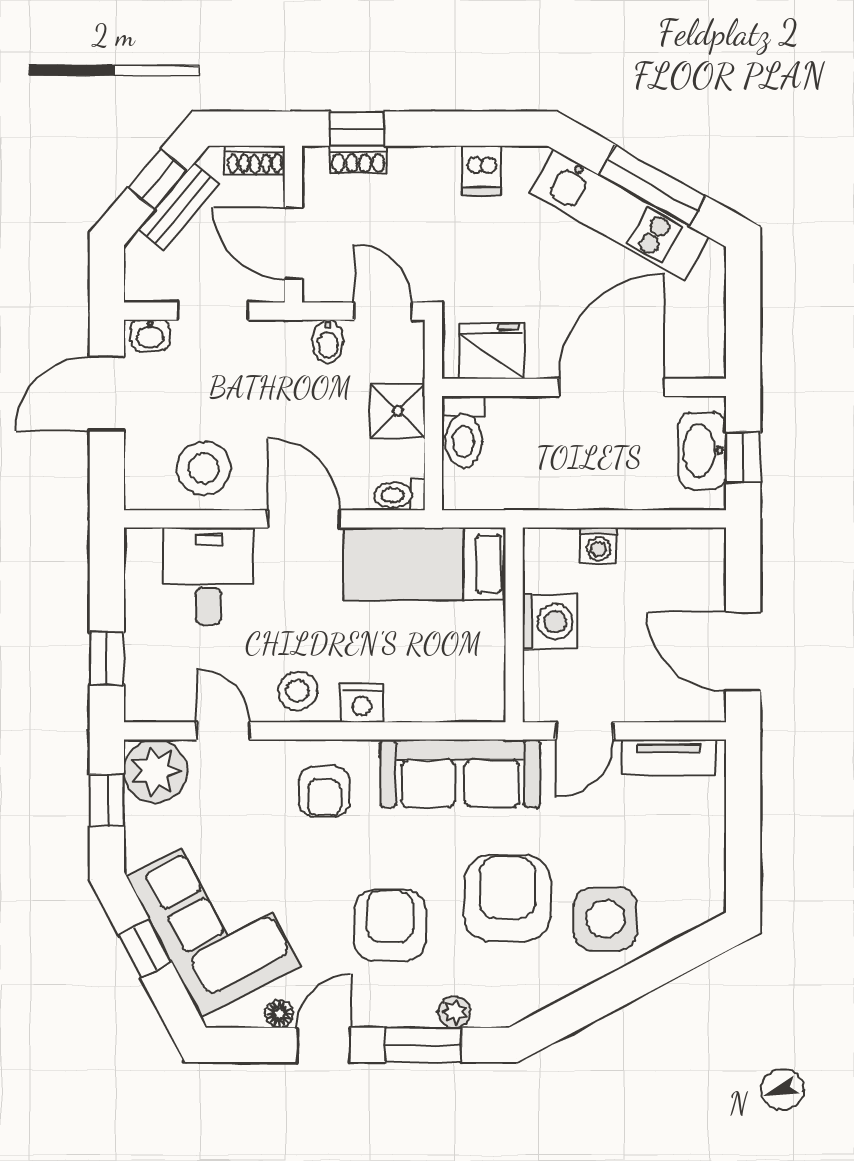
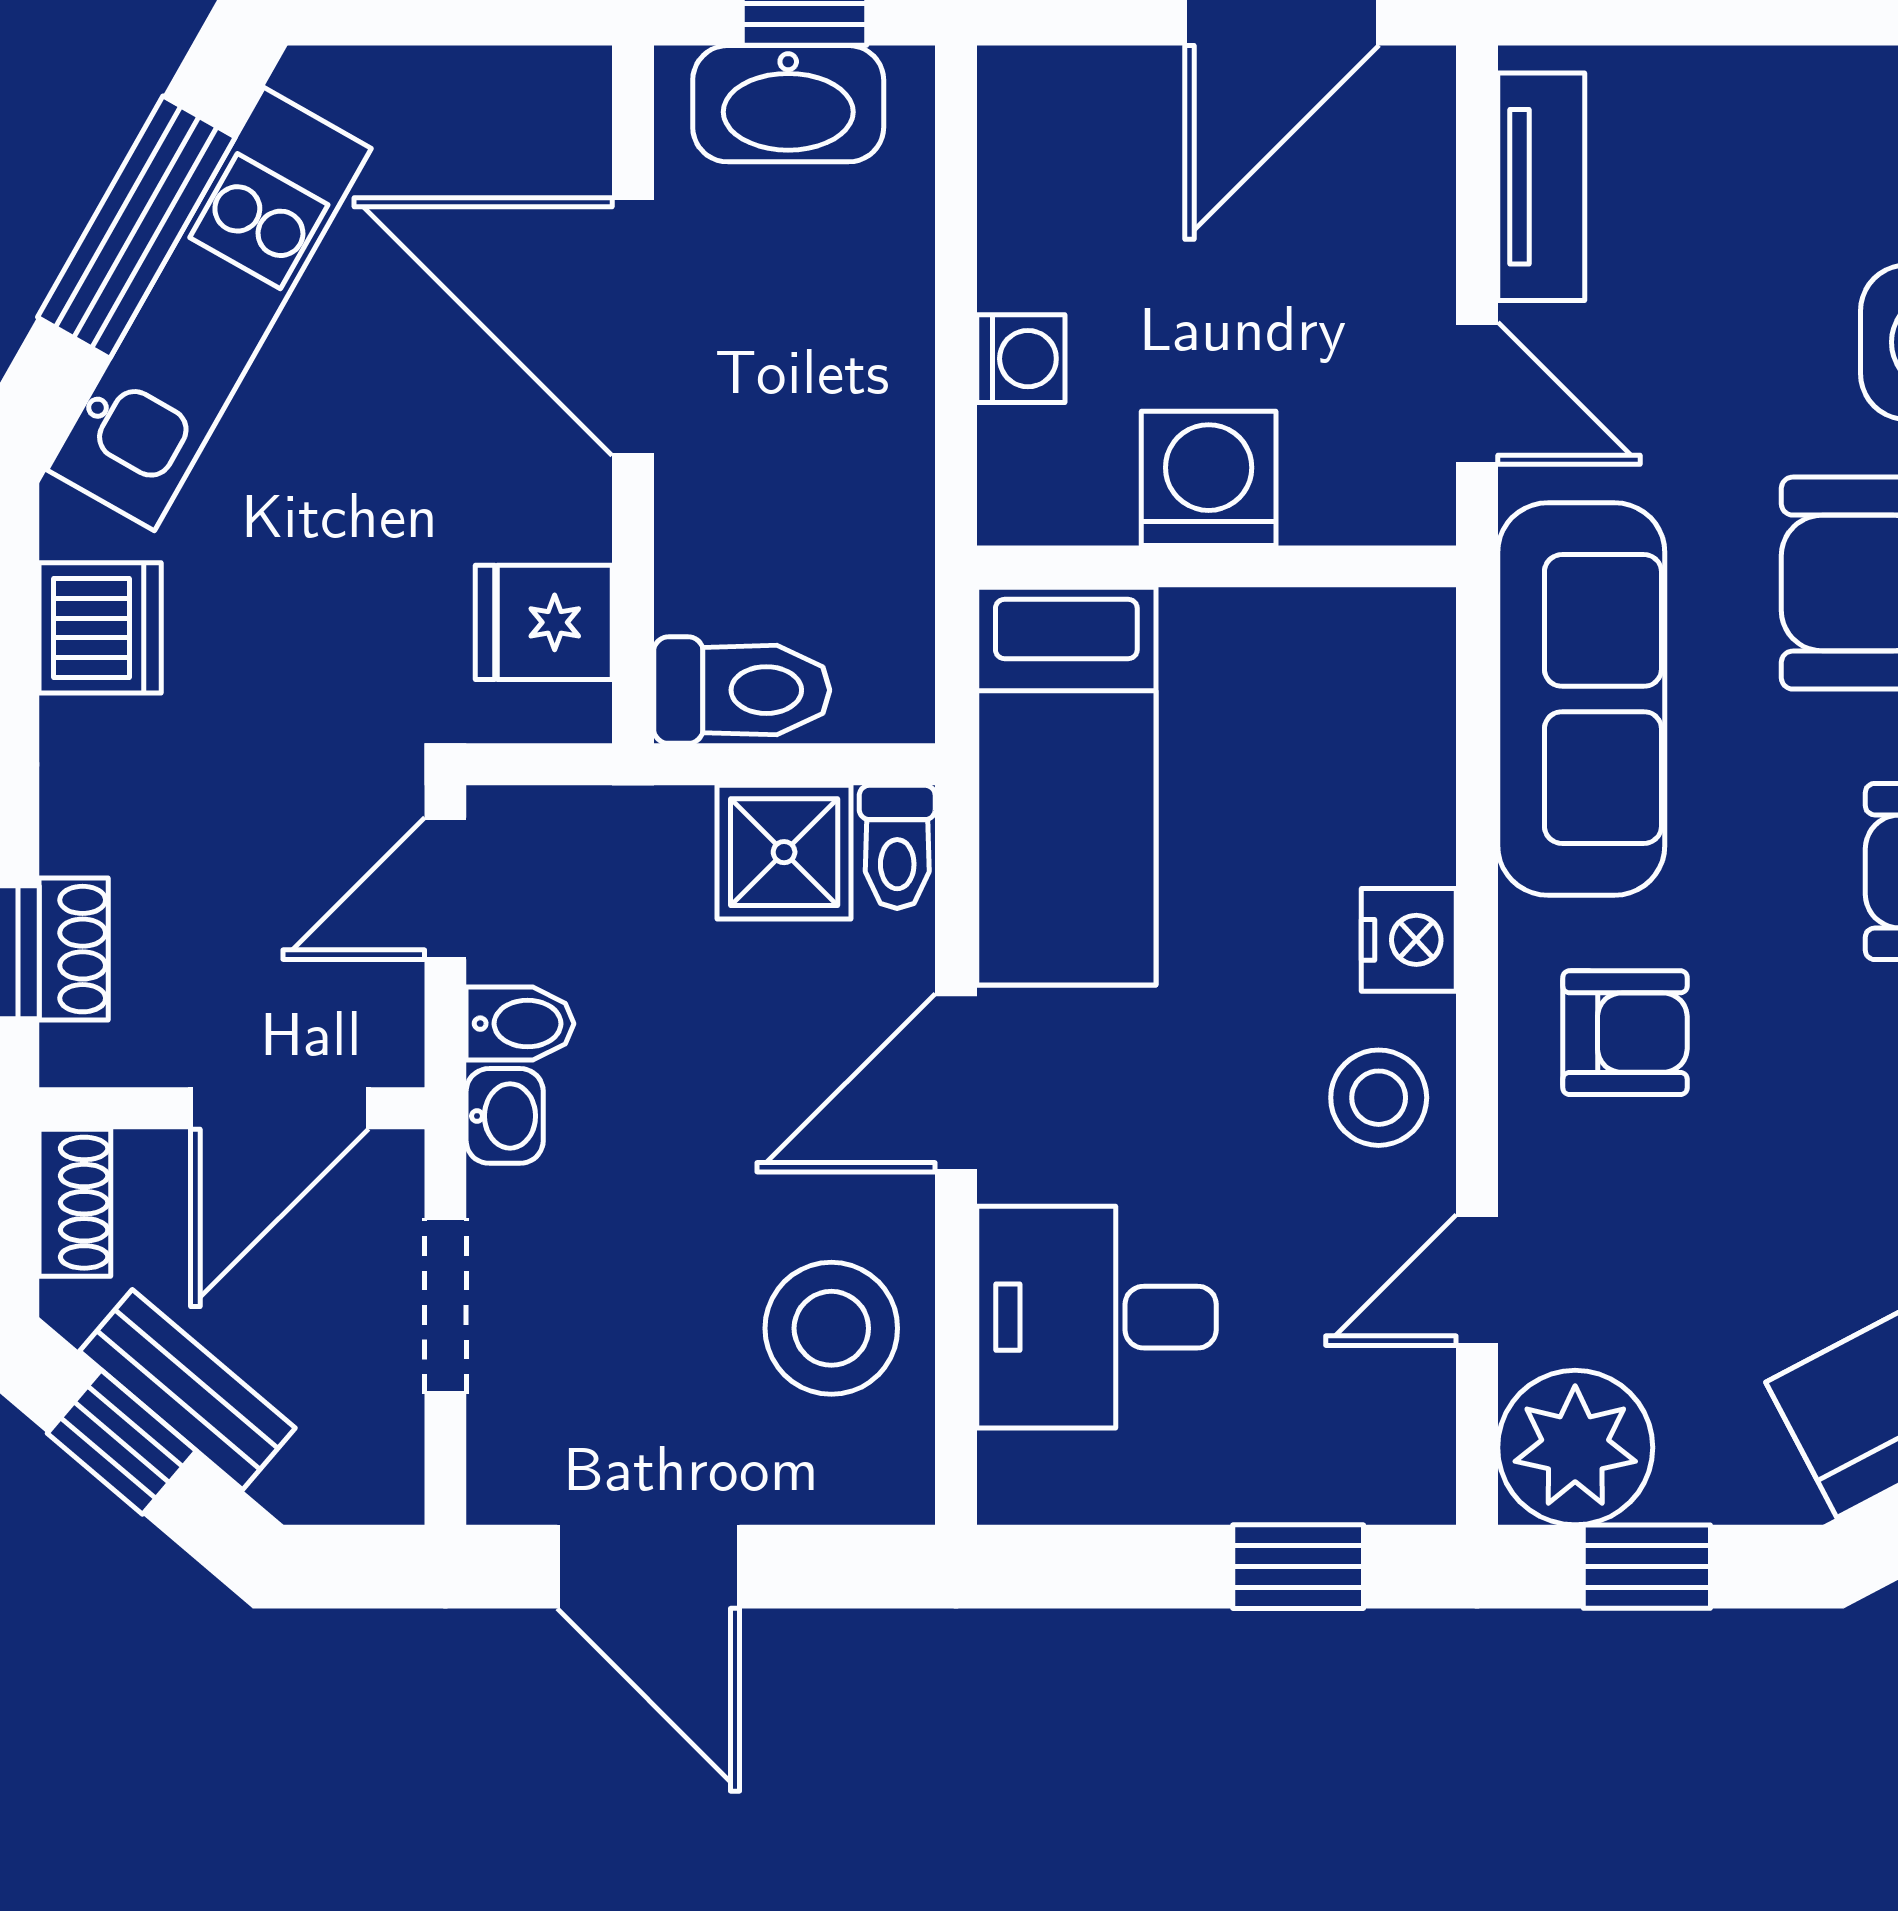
dishwasher: (482, 170) -> (100, 628), width x1.38
washbasin: (150, 335) -> (505, 1116), moved
fridge: (491, 351) -> (544, 622), width x0.72
shower: (398, 411) -> (784, 852), moved

